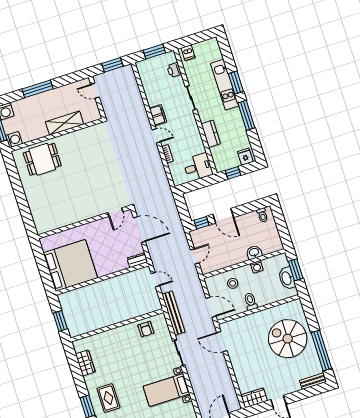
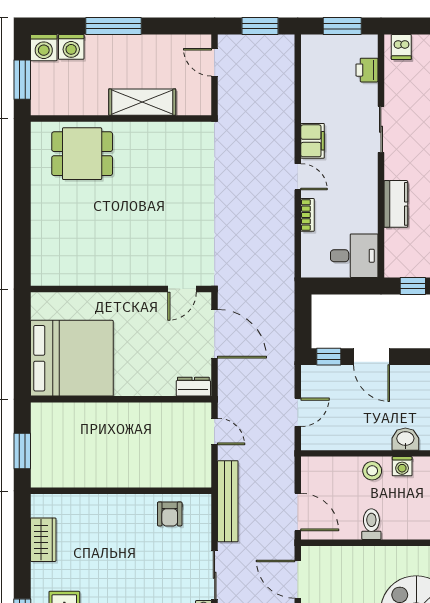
washing machine: (14, 140) -> (71, 47), moved, turned 90
stool: (233, 283) -> (372, 471), moved

